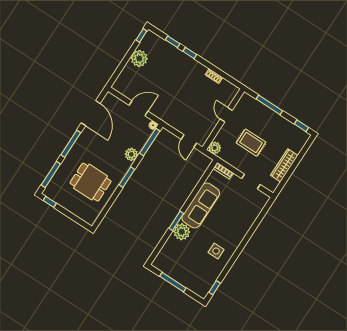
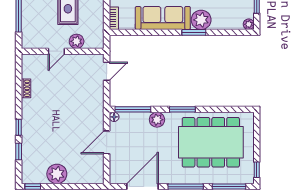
door: (139, 108) -> (107, 142), hinge flipped
plant: (215, 148) -> (77, 41), moved
dining table: (91, 182) -> (211, 142), width x1.88, depth x1.24
plant: (157, 263) -> (249, 24), added

